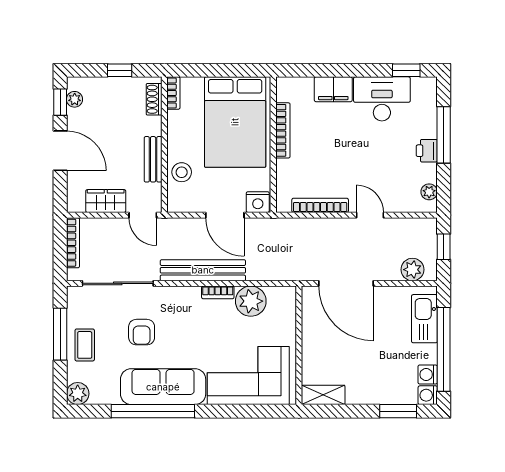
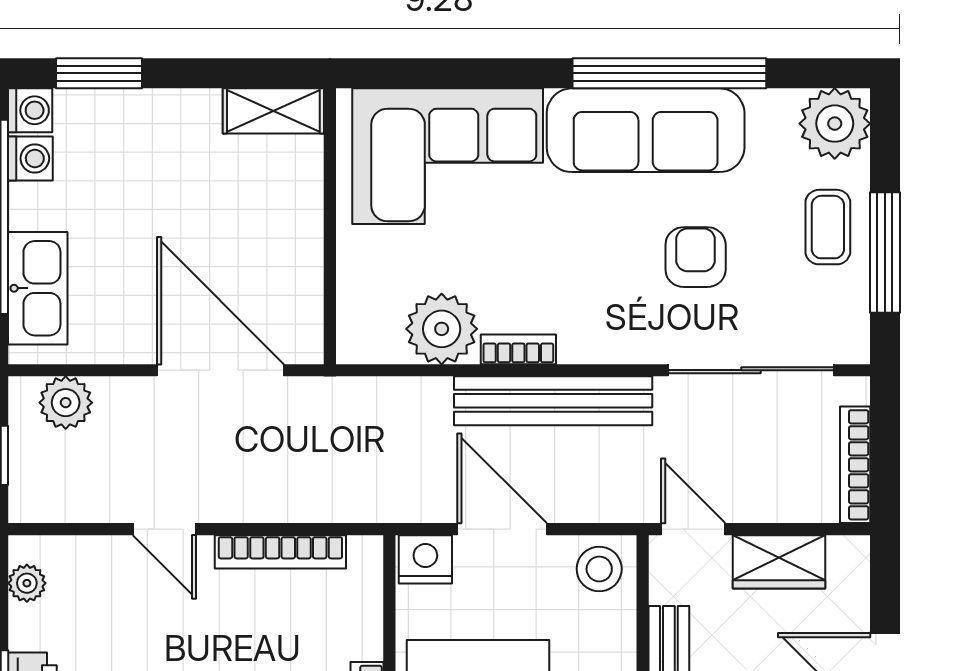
stool: (182, 172) -> (599, 569), moved
plant: (78, 394) -> (835, 124), width x1.36, depth x1.36

